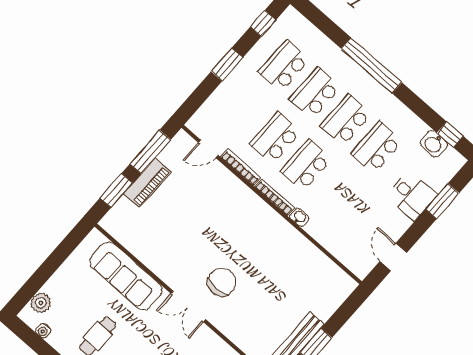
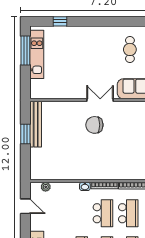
plant: (348, 259) -> (46, 187), added
chair: (222, 282) -> (94, 125), turned 90

